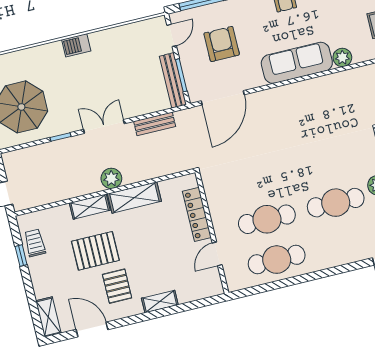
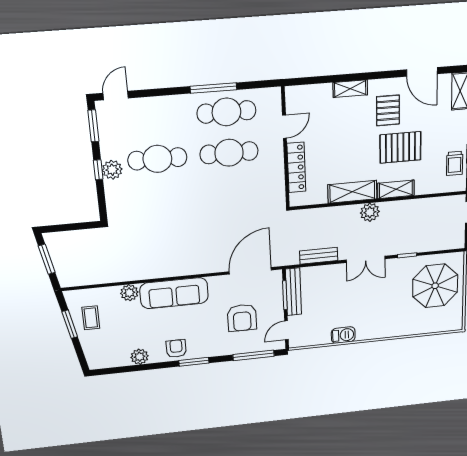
barbecue: (76, 45) -> (343, 335), moved
window: (293, 281) -> (213, 88), added

